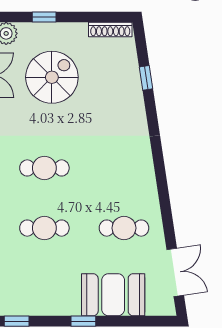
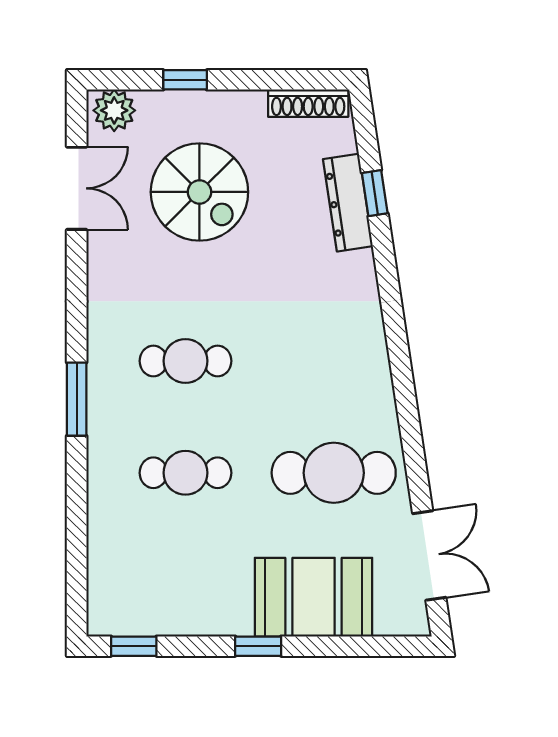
spiral stairs: (52, 77) -> (199, 192), turned 90
dresser: (132, 83) -> (348, 203), added
cafe table: (124, 228) -> (334, 473), width x1.37, depth x1.35

